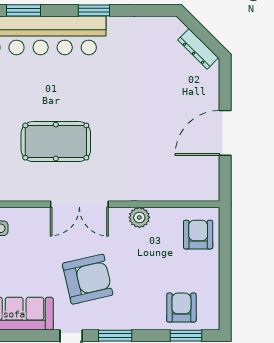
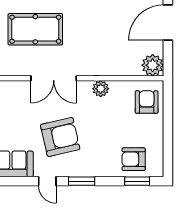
plant: (206, 188) -> (153, 65), added
armchair: (181, 308) -> (134, 159), turned -90

